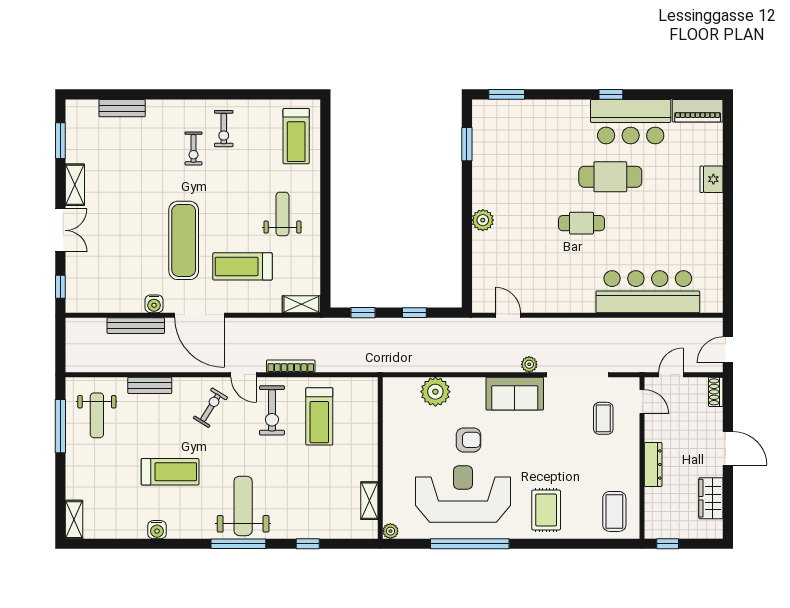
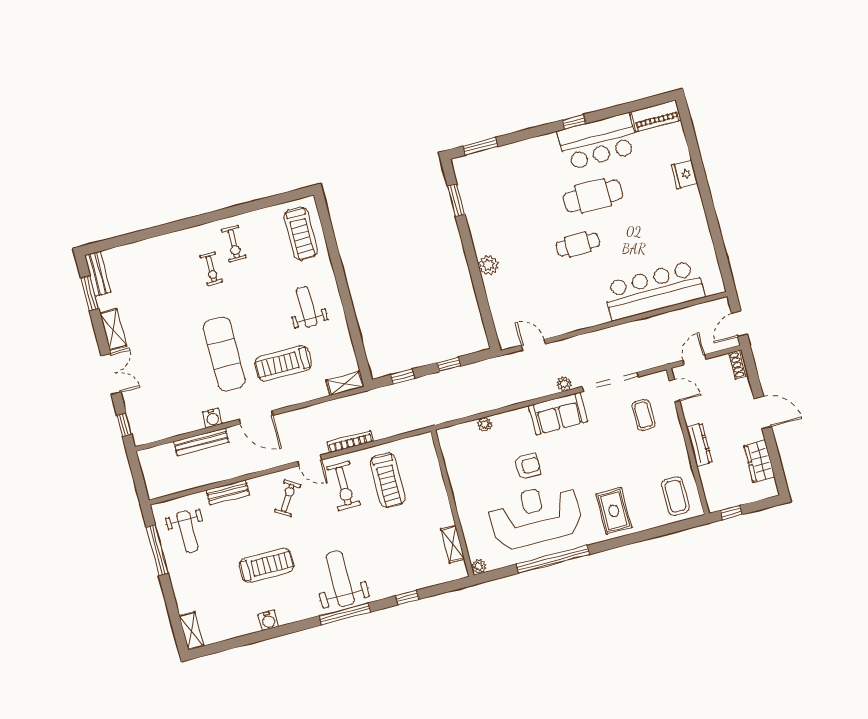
bench: (122, 108) -> (98, 274), moved, turned 90
door: (199, 315) -> (256, 417), width x0.73
plant: (435, 392) -> (485, 424), width x0.53, depth x0.53

